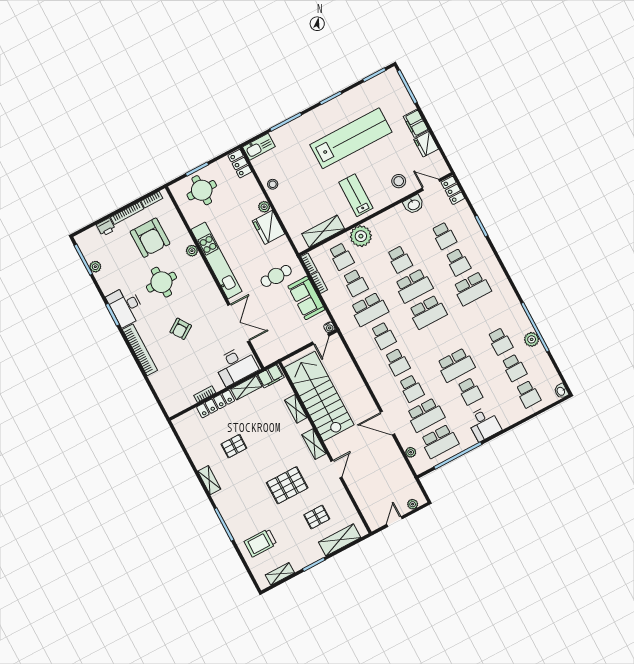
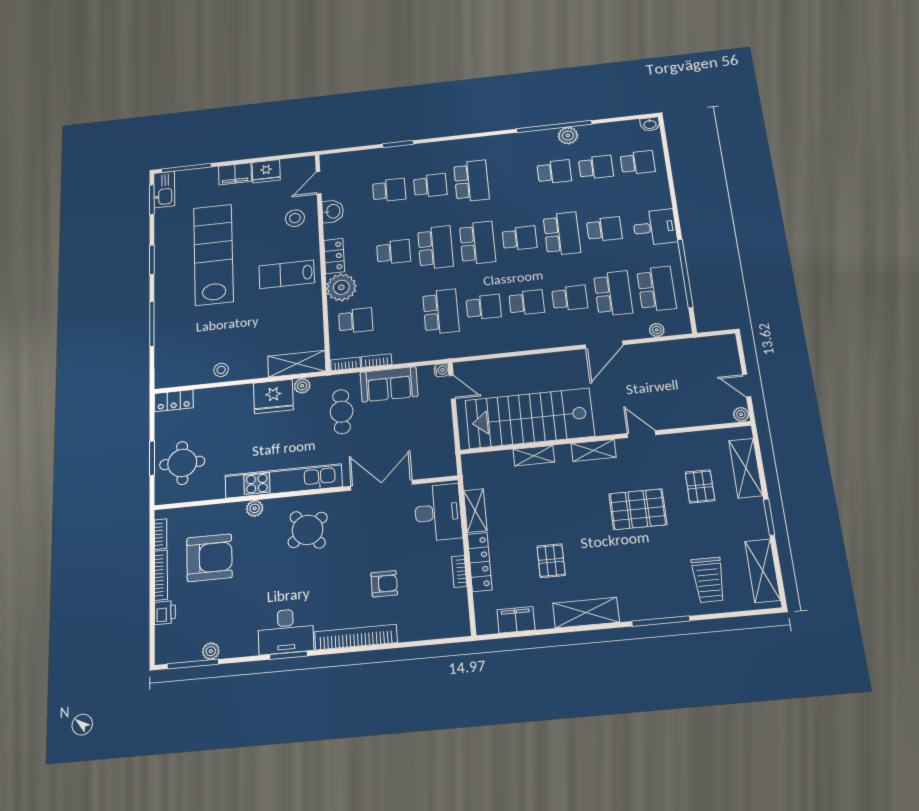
kitchen sink: (259, 147) -> (164, 190), moved
locker: (453, 190) -> (334, 256), moved, turned -90
plant: (264, 207) -> (302, 386), moved
shelving: (323, 231) -> (297, 364), moved, turned 90
round table: (161, 282) -> (308, 530), moved, turned -38
school desk: (355, 283) -> (520, 238), moved
armchair: (181, 329) -> (384, 584), moved, turned -56
filing cabinet: (271, 376) -> (516, 620), moved, turned -90
shelving: (209, 480) -> (586, 613), width x1.50, depth x1.33
pallet: (287, 485) -> (638, 509), turned 90
plant: (413, 504) -> (741, 414), moved
shelving: (280, 574) -> (763, 571), width x1.50, depth x1.33

